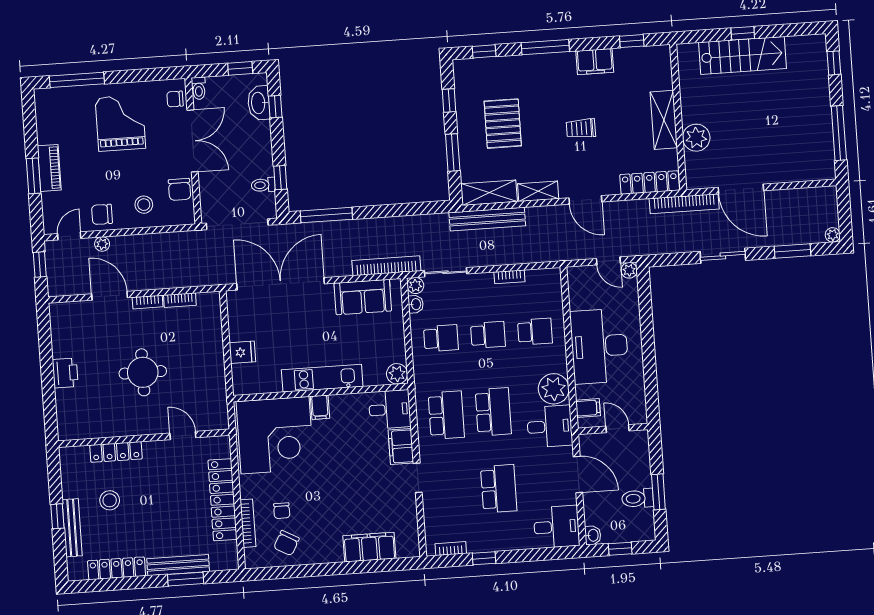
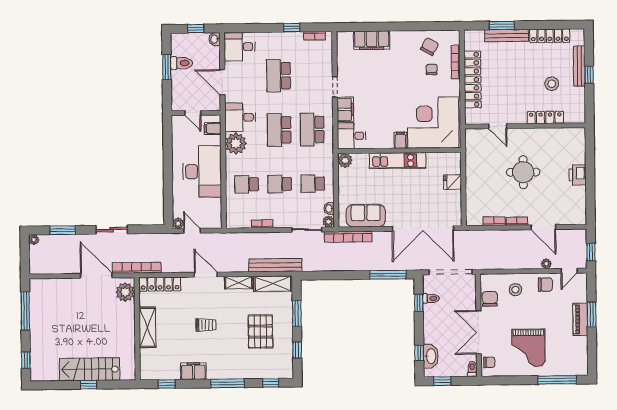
plant: (696, 138) -> (125, 292), moved

